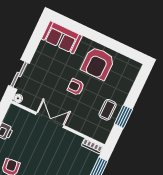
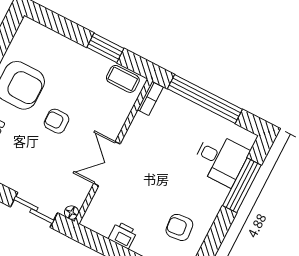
armchair: (76, 87) -> (56, 121), turned 90
coffee table: (108, 110) -> (123, 79), moved

